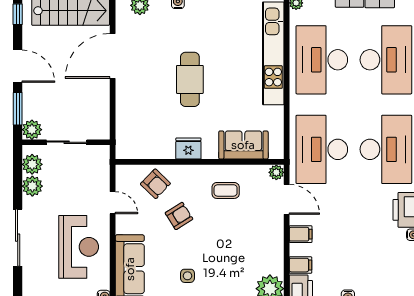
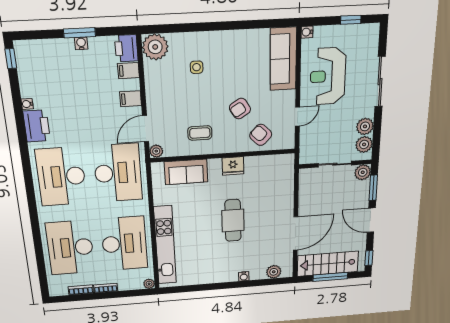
door: (287, 199) -> (146, 129), hinge flipped
door: (113, 203) -> (298, 117), swing flipped
side table: (188, 276) -> (197, 67), moved

